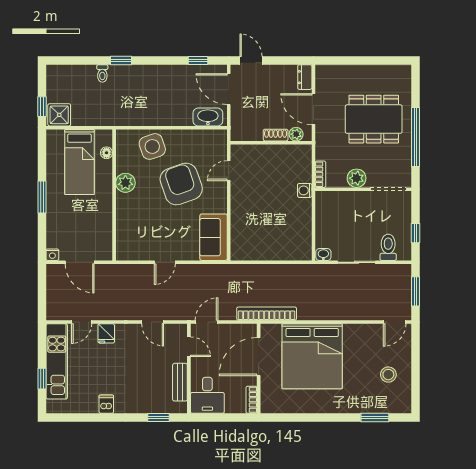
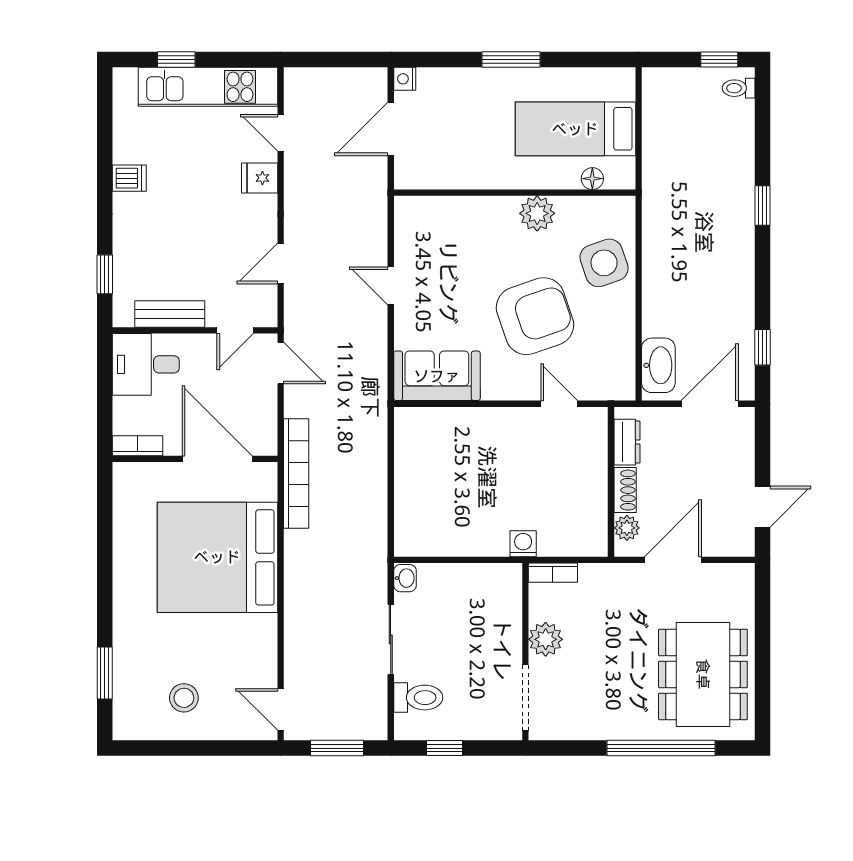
door: (251, 60) -> (762, 507), moved
toilet: (102, 73) -> (739, 88), moved
dresser: (305, 77) -> (627, 442), moved, turned 90
window: (42, 107) -> (719, 60), moved
shower: (59, 115) -> (662, 91), removed
dining table: (374, 119) -> (703, 674), moved
window: (416, 137) -> (661, 748), moved

